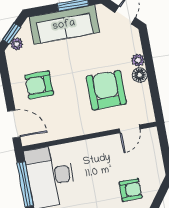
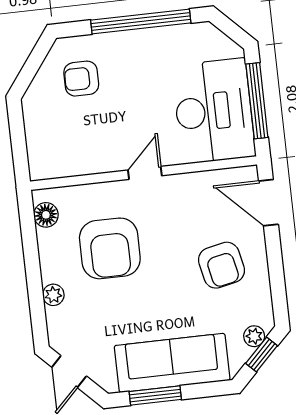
floor lamp: (140, 75) -> (46, 215), moved
armchair: (39, 85) -> (221, 265), turned 78
door: (130, 129) -> (145, 173), moved

